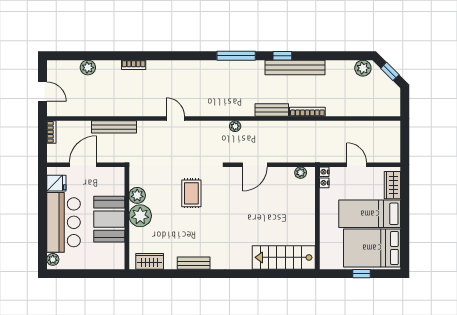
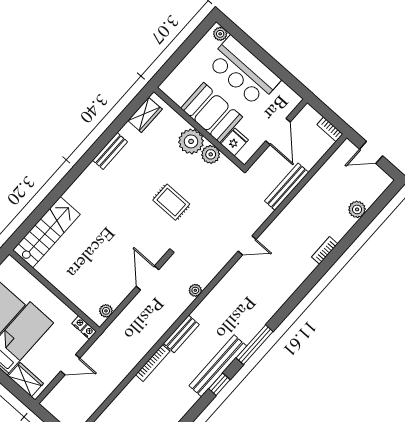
bench: (295, 67) -> (218, 366), moved
fridge: (56, 183) -> (234, 142), moved, turned 180

